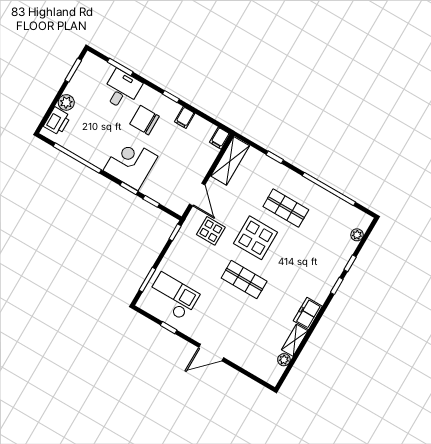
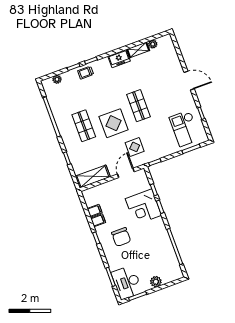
desk: (122, 90) -> (127, 282), moved, width x1.37
printer: (57, 121) -> (169, 276), removed
filing cabinet: (220, 138) -> (95, 211), moved
corner desk: (131, 163) -> (143, 207), moved
trolley: (332, 268) -> (86, 73), added

